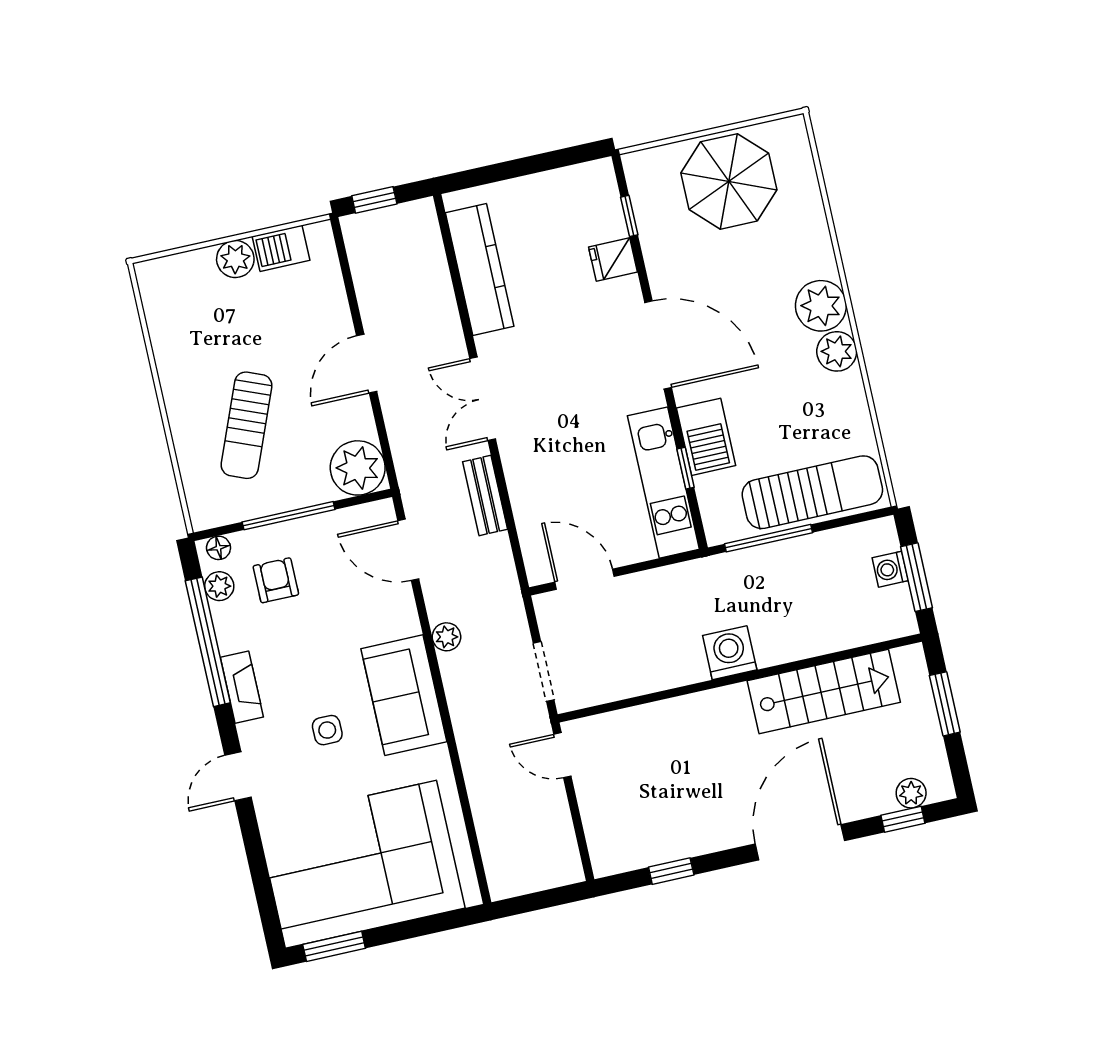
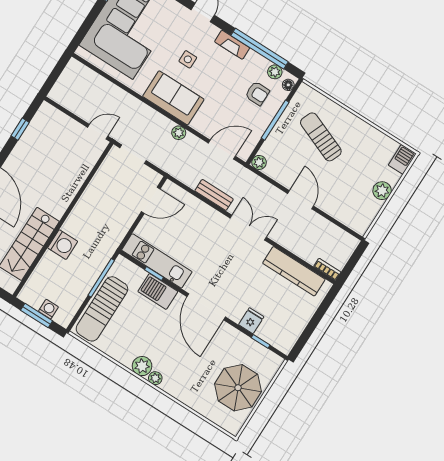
window: (374, 200) -> (354, 259), removed
bookcase: (428, 224) -> (327, 269), added
barbecue: (281, 248) -> (402, 159), moved
plant: (821, 306) -> (155, 378), width x0.53, depth x0.53
door: (658, 345) -> (206, 307), hinge flipped
plant: (358, 468) -> (259, 162), width x0.53, depth x0.53
washing machine: (730, 653) -> (63, 245), moved

